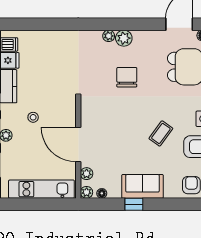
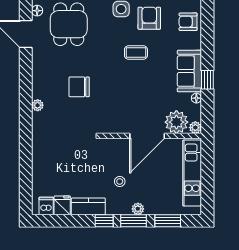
plant: (124, 38) -> (40, 90), removed
coffee table: (161, 133) -> (136, 53), turned -36
plant: (87, 174) -> (176, 122), width x1.88, depth x1.88
floor lamp: (102, 193) -> (196, 98), moved

